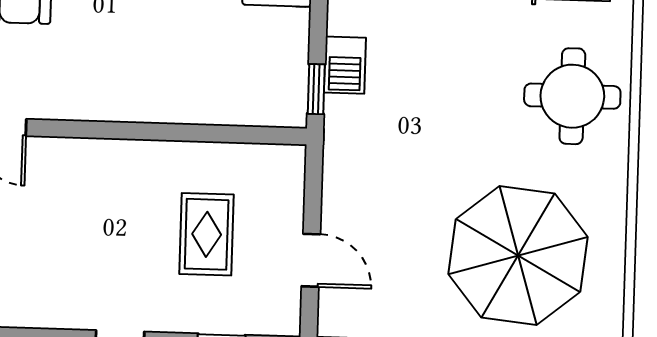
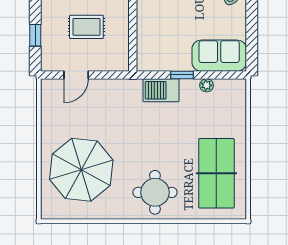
barbecue: (345, 65) -> (161, 90), width x1.38, depth x1.27
window: (316, 89) -> (182, 75), moved

